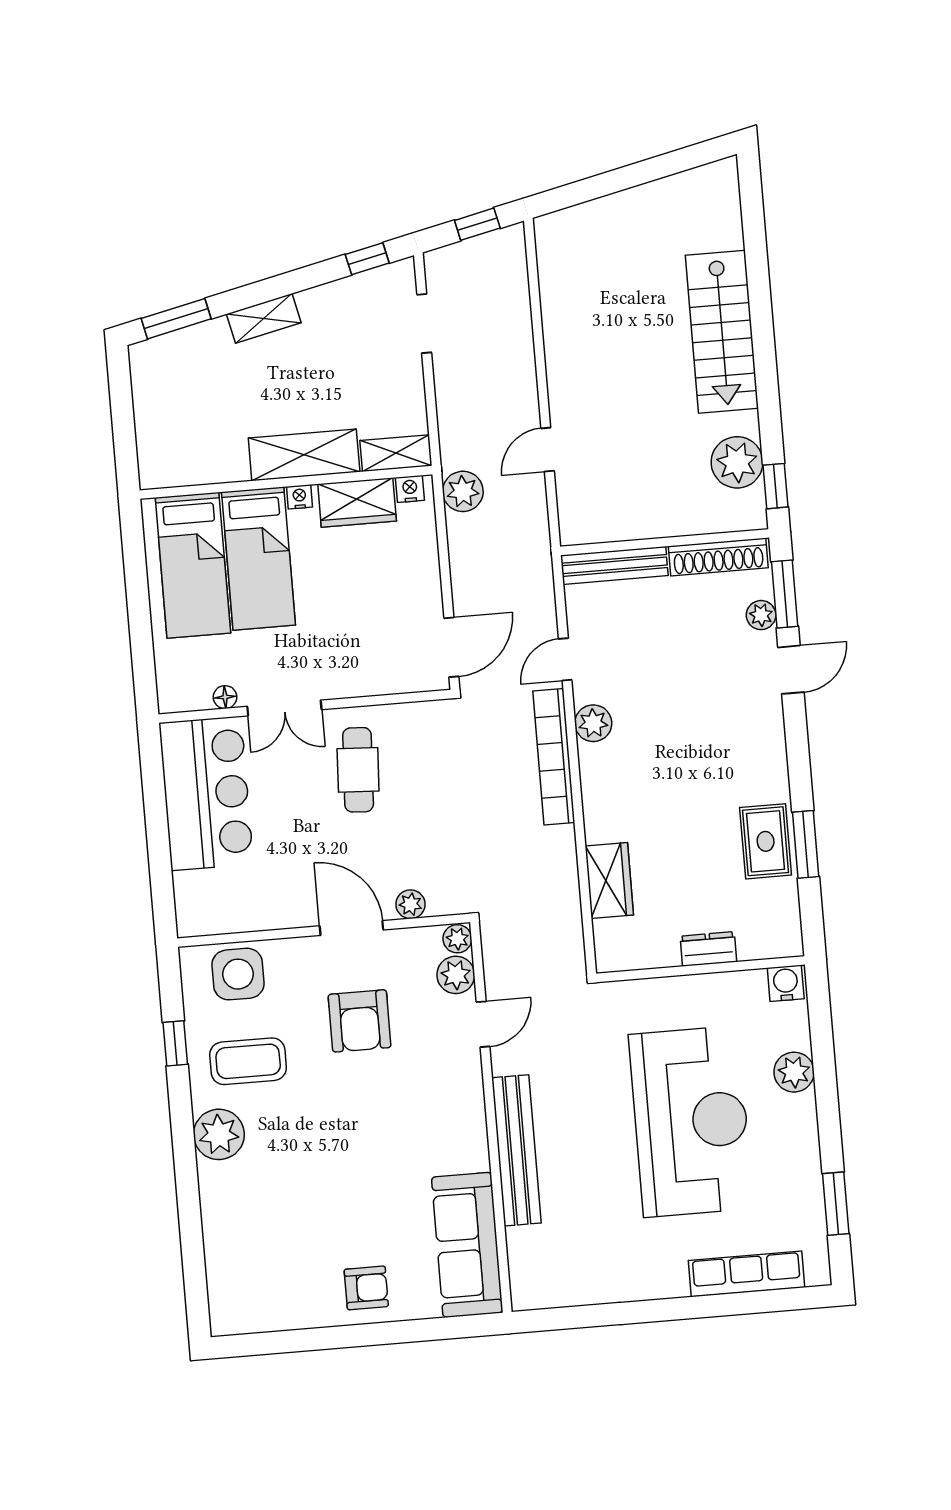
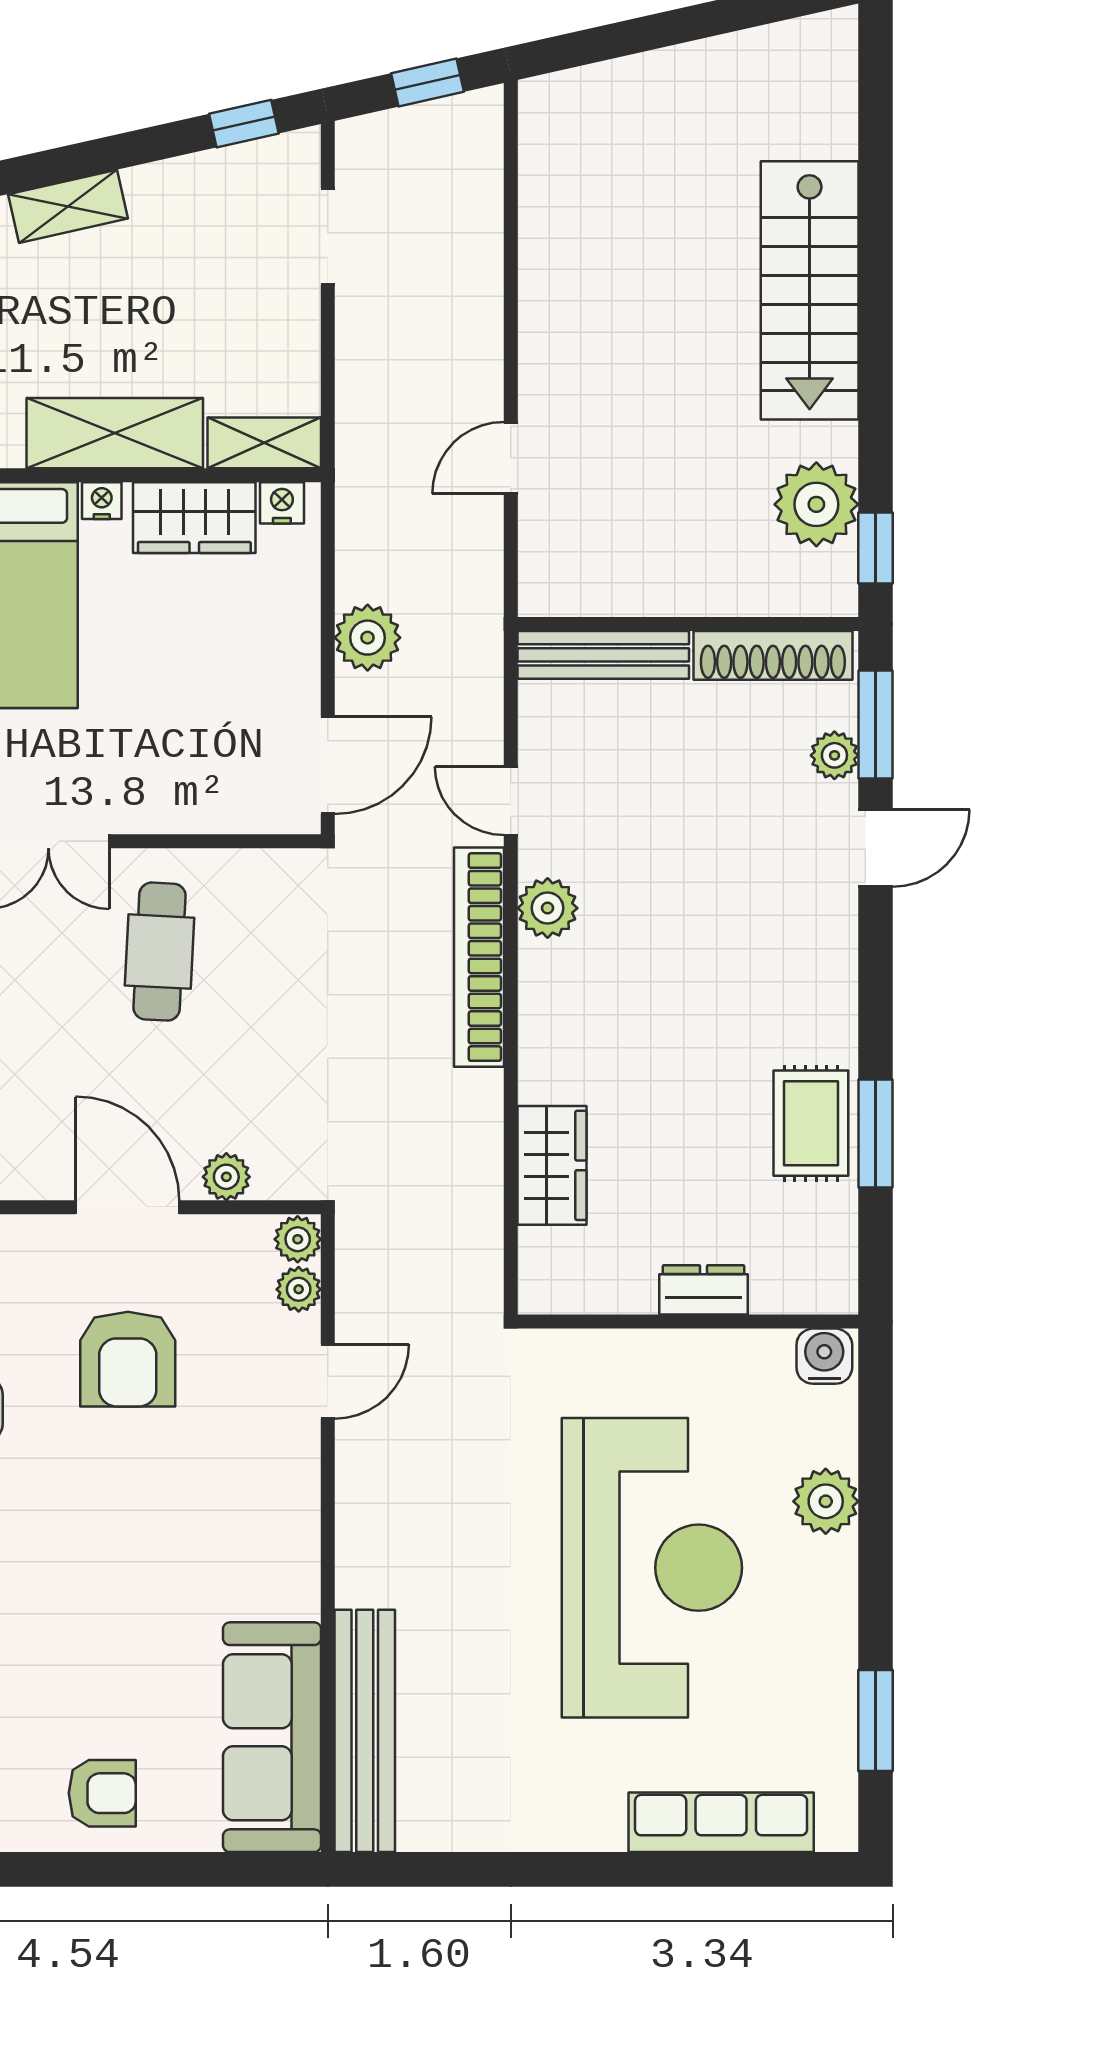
plant: (463, 491) -> (368, 638), moved
door: (565, 659) -> (511, 801), hinge flipped
plant: (456, 975) -> (299, 1289), width x0.73, depth x0.73
bench: (516, 1150) -> (365, 1731), moved

